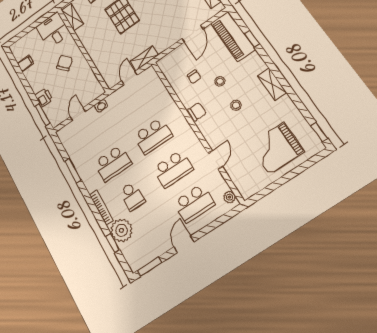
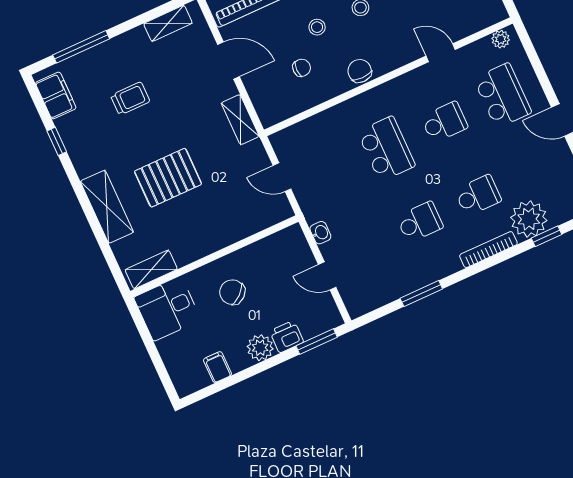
shelving: (144, 58) -> (240, 120), moved
plant: (37, 84) -> (260, 348), added
school desk: (113, 163) -> (420, 222), width x0.54
school desk: (173, 169) -> (444, 122), width x0.54

